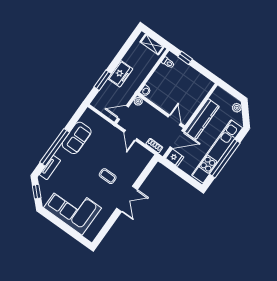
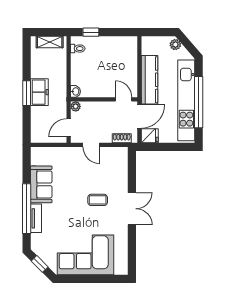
window: (103, 80) -> (27, 93), moved
tv unit: (50, 168) -> (36, 218), moved

